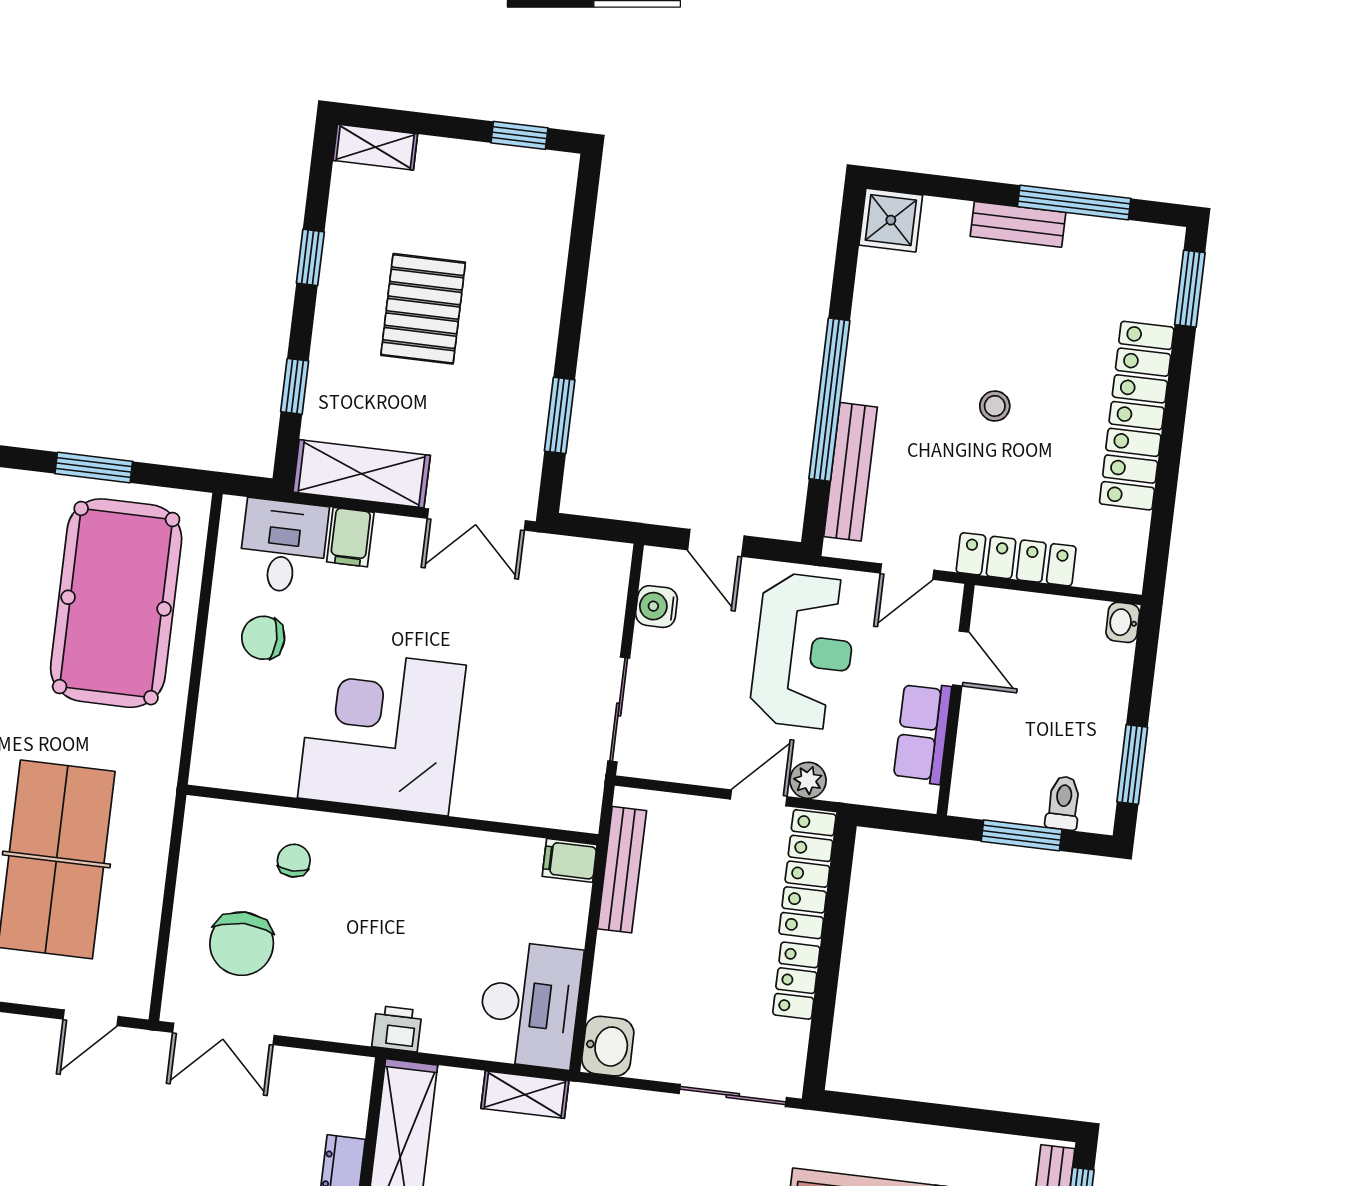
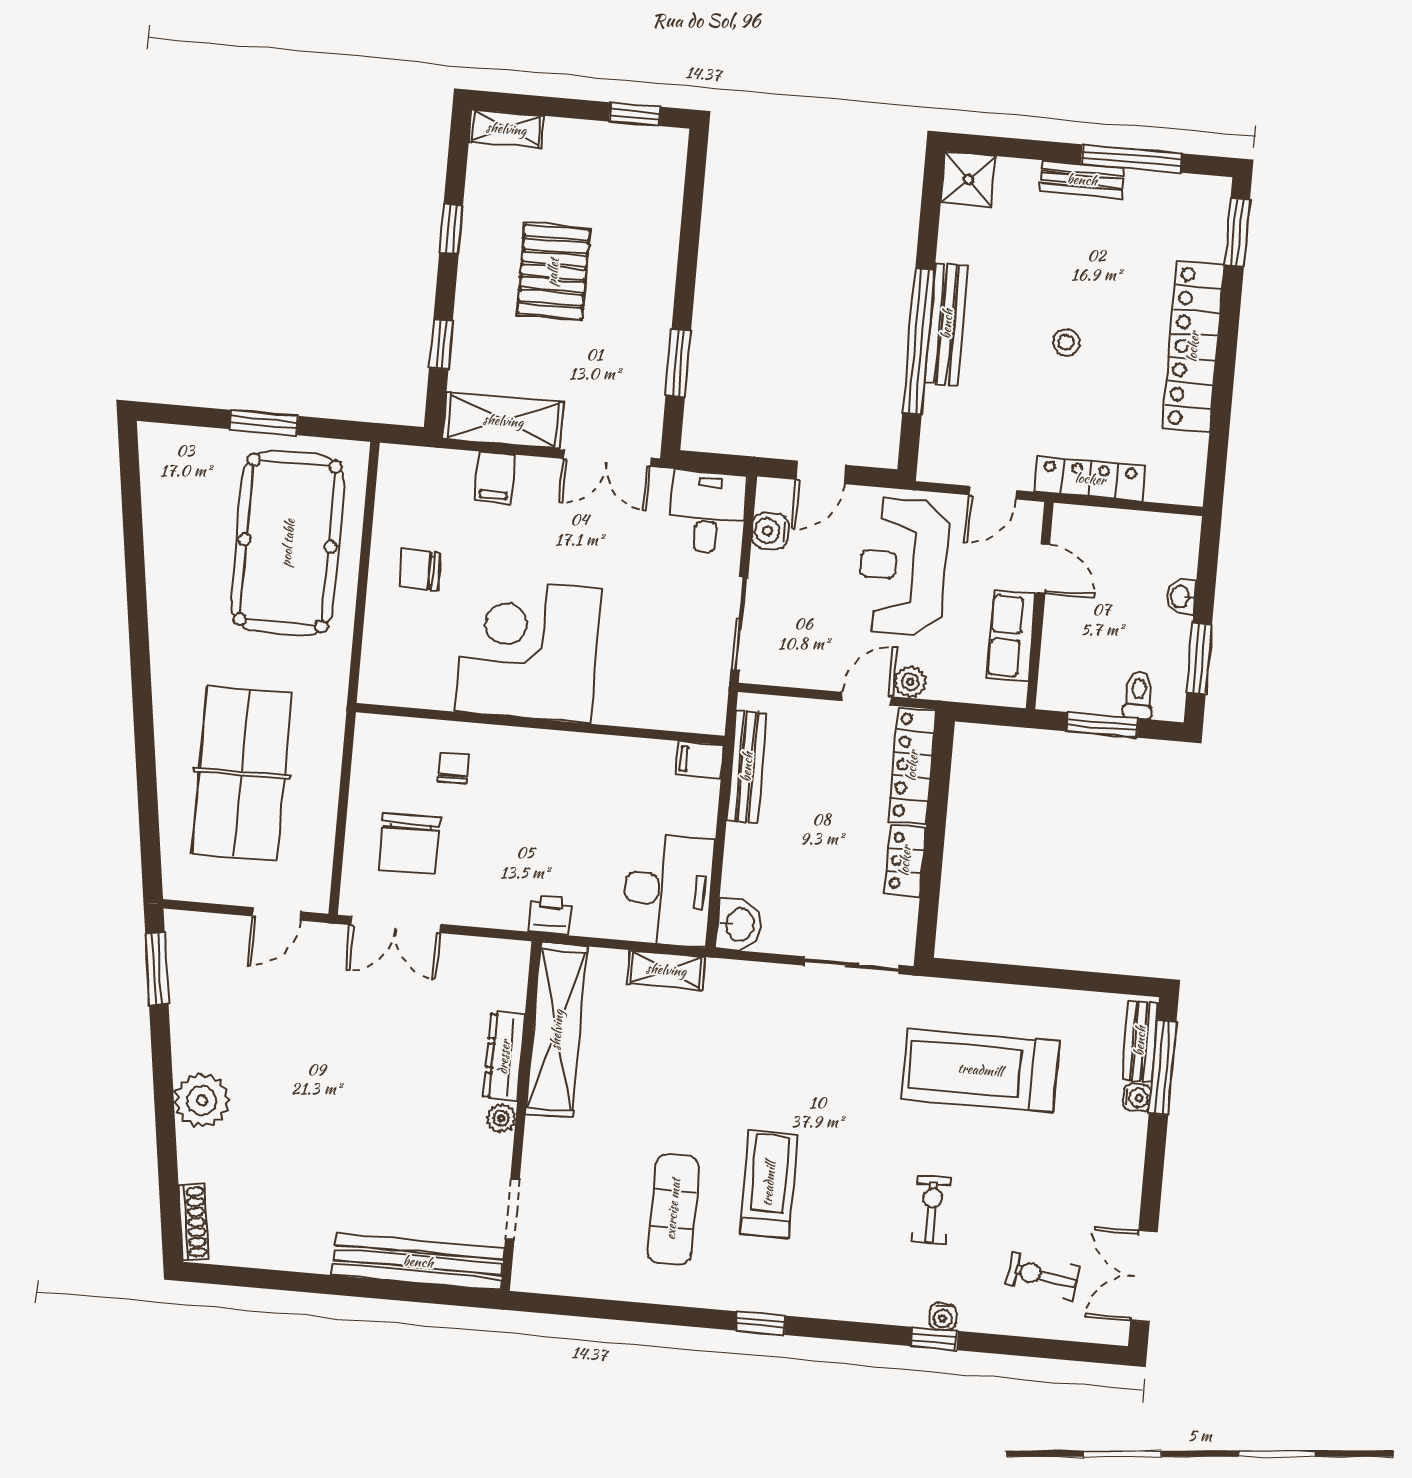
bench: (851, 472) -> (947, 324), moved
door: (716, 543) -> (821, 472), hinge flipped
desk: (283, 546) -> (707, 512), moved
washbasin: (1123, 622) -> (1181, 597), moved
reception desk: (804, 651) -> (903, 567), turned 180

